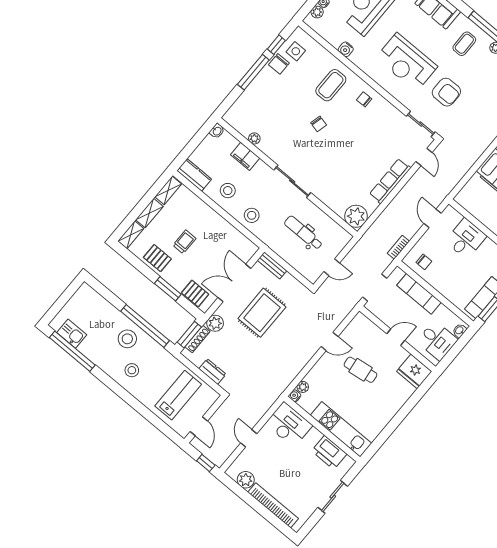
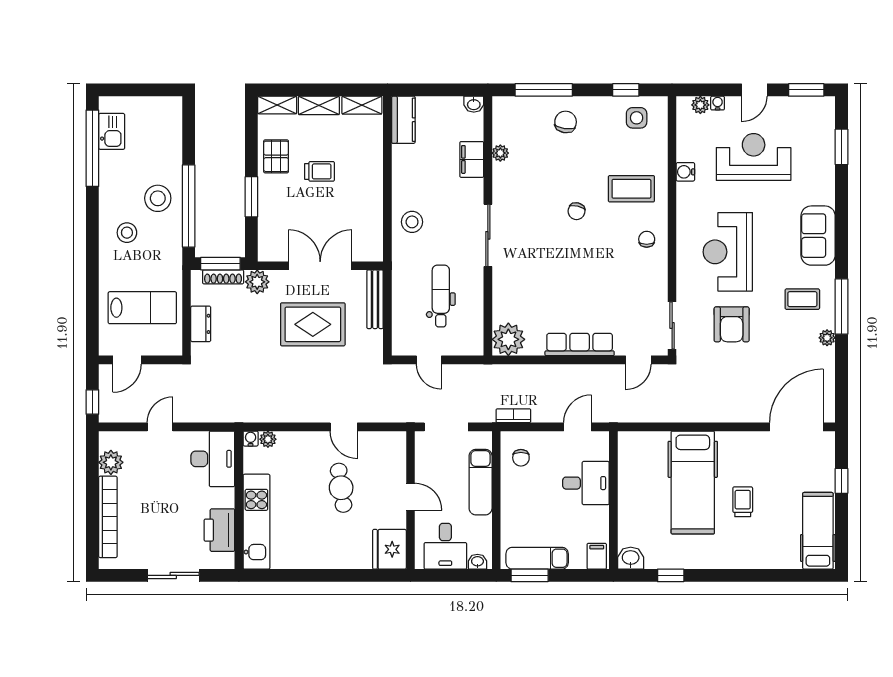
chair: (279, 64) -> (566, 122), moved, turned 99
window: (253, 72) -> (544, 90), moved
stool: (228, 191) -> (417, 172), removed
bench: (272, 265) -> (375, 299), width x1.36
pallet: (195, 294) -> (272, 232), removed

